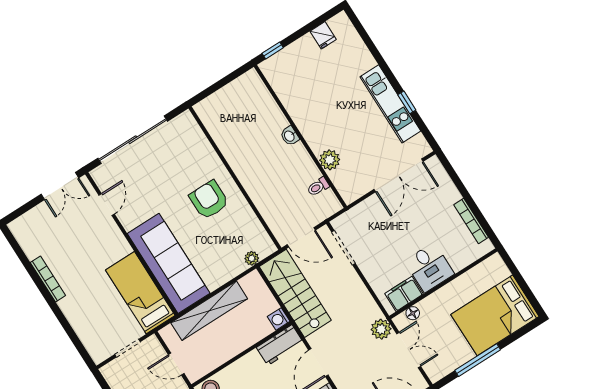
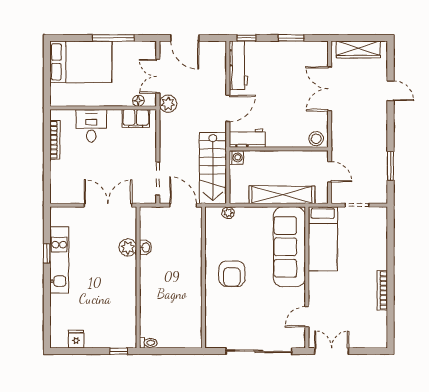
washbasin: (290, 136) -> (145, 247), moved
double door: (399, 175) -> (108, 205), moved
toilet: (318, 187) -> (148, 343), moved
desk: (429, 267) -> (91, 126), moved

